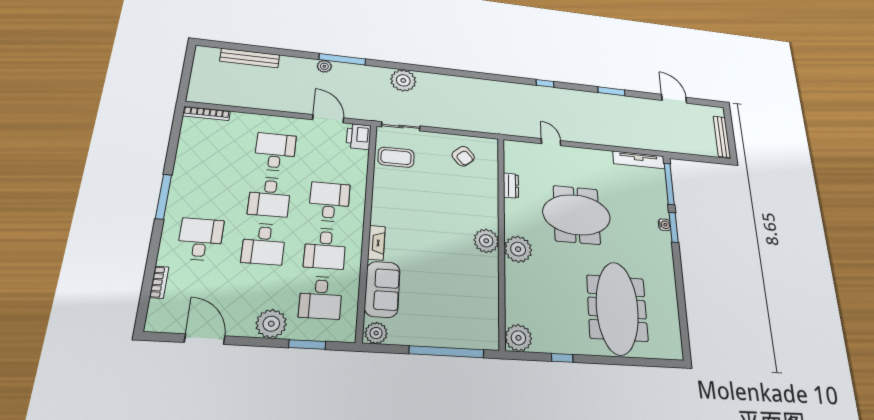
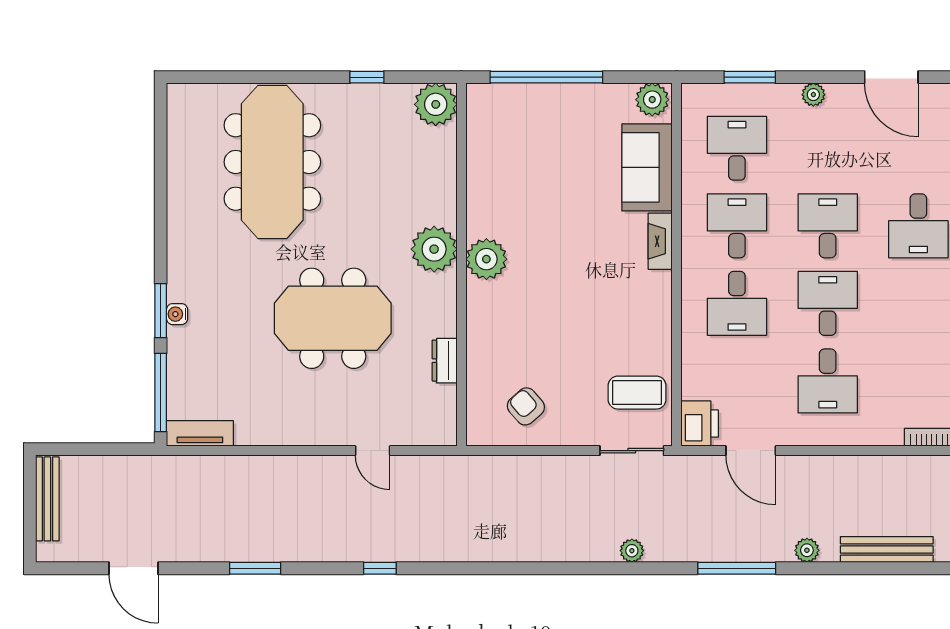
plant: (324, 66) -> (807, 550), moved
plant: (403, 80) -> (632, 551), width x0.53, depth x0.53
tv unit: (639, 160) -> (200, 433), width x0.71
plant: (271, 324) -> (813, 95), width x0.53, depth x0.53

